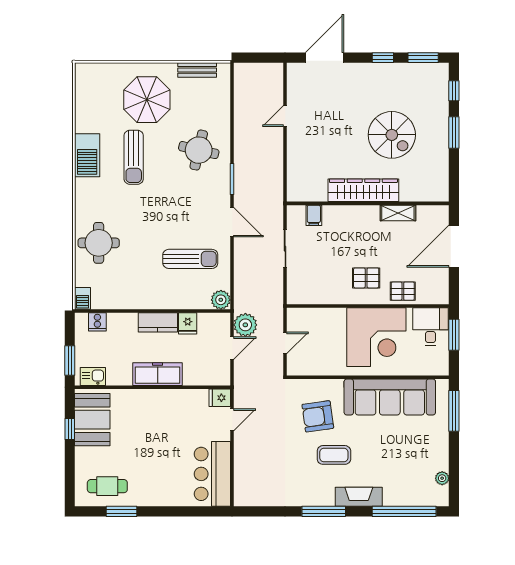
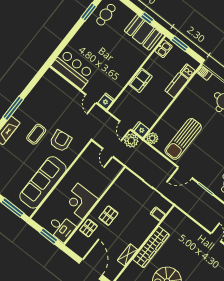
sun lounger: (190, 259) -> (183, 139), width x1.36, depth x1.34
kitchen counter: (158, 322) -> (177, 85), moved
fridge: (188, 323) -> (141, 130), moved
corner desk: (376, 337) -> (80, 201), width x0.74, depth x0.74
freezer: (158, 374) -> (141, 80), width x0.71

